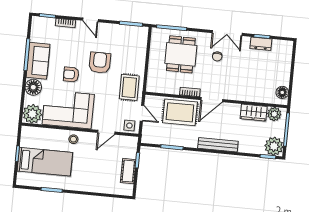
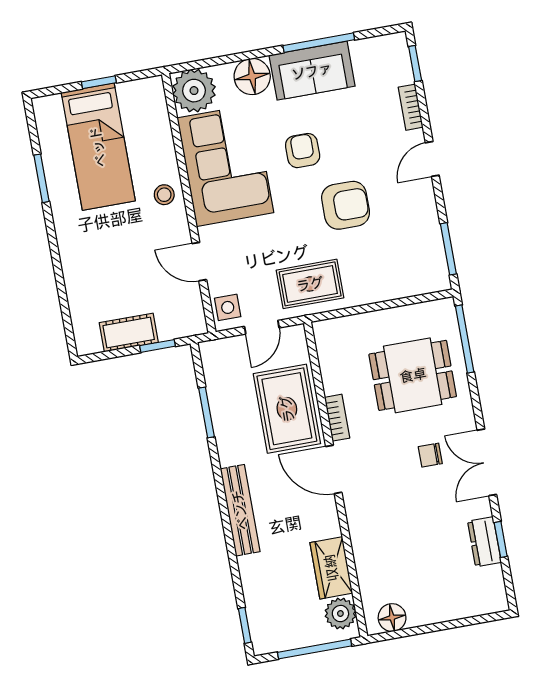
plant: (274, 146) -> (271, 632), removed

